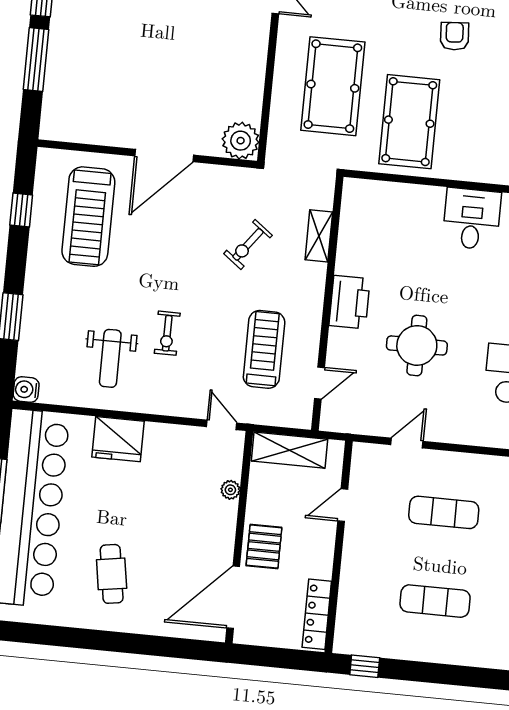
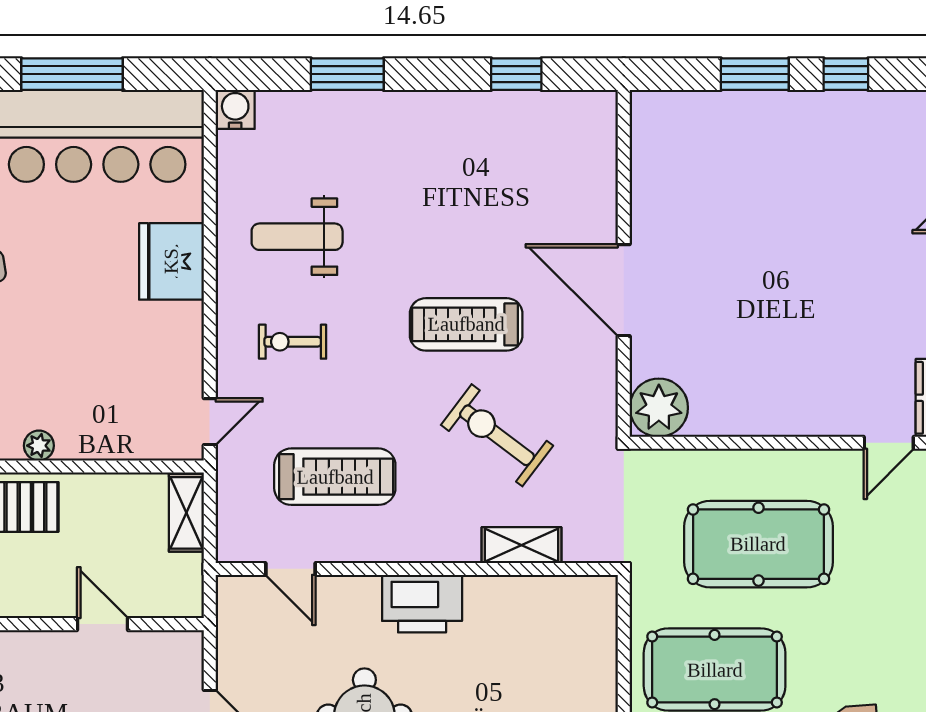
window: (36, 59) -> (755, 74), width x0.69
treadmill: (88, 217) -> (466, 324), moved, width x0.73, depth x0.73
exercise bike: (248, 244) -> (497, 435), width x1.38, depth x1.39
exercise bike: (167, 333) -> (293, 342), moved
shelving: (290, 450) -> (186, 513), width x0.67, depth x0.75
plant: (230, 490) -> (39, 446), moved

